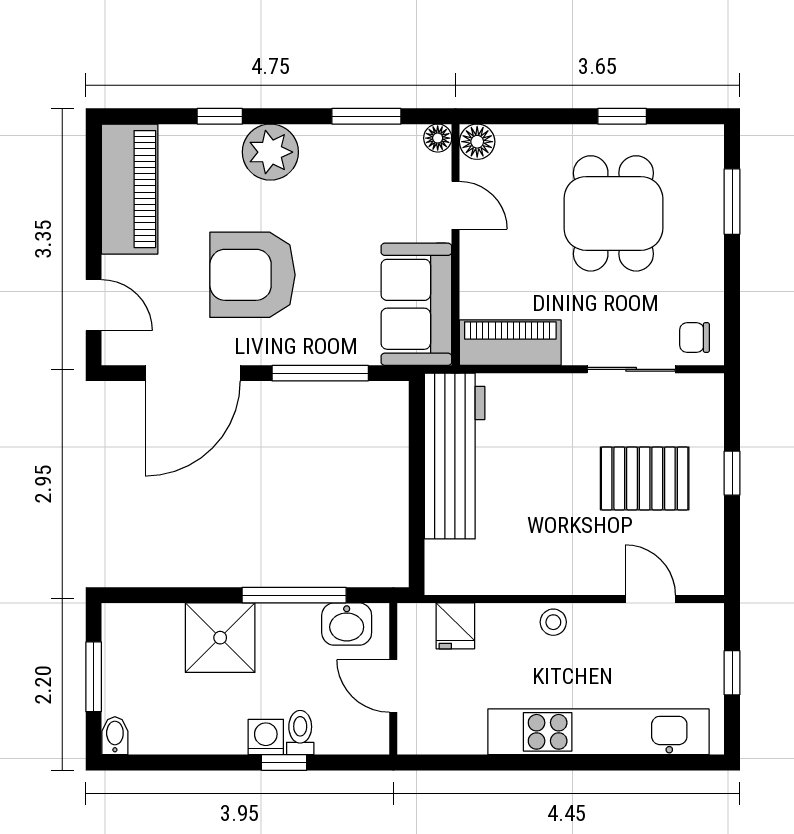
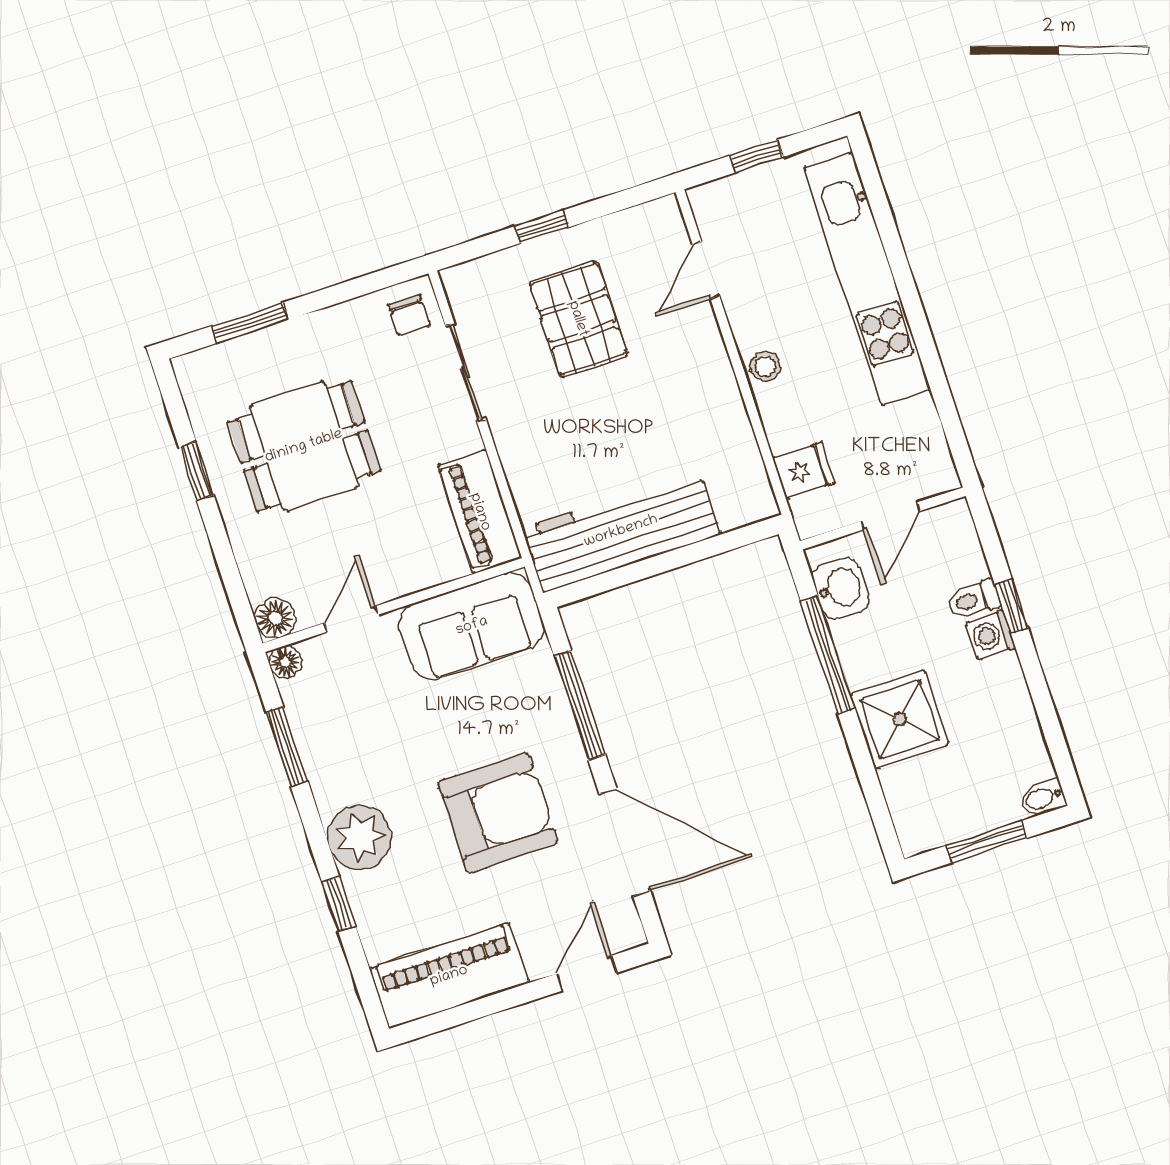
armchair: (252, 275) -> (498, 813), turned -90

